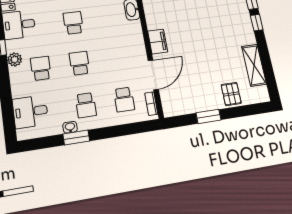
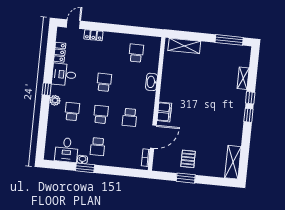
shelving: (254, 65) -> (233, 162), moved
pallet: (231, 94) -> (188, 159), moved
school desk: (124, 100) -> (130, 117), moved
desk: (30, 112) -> (67, 150), moved, turned -90

